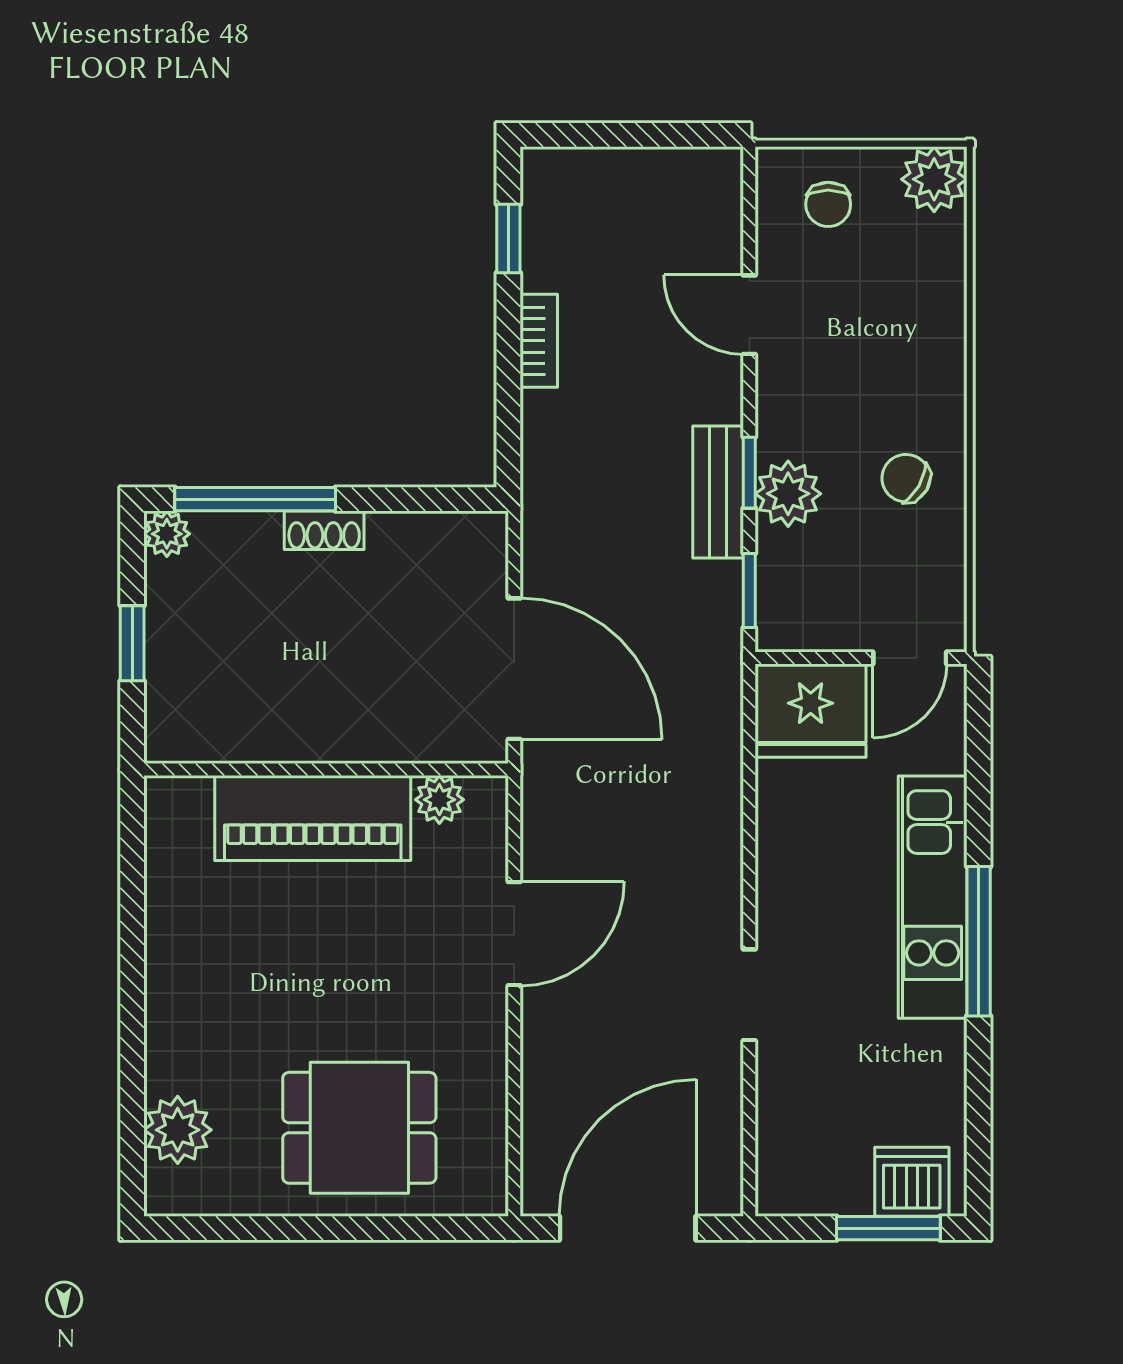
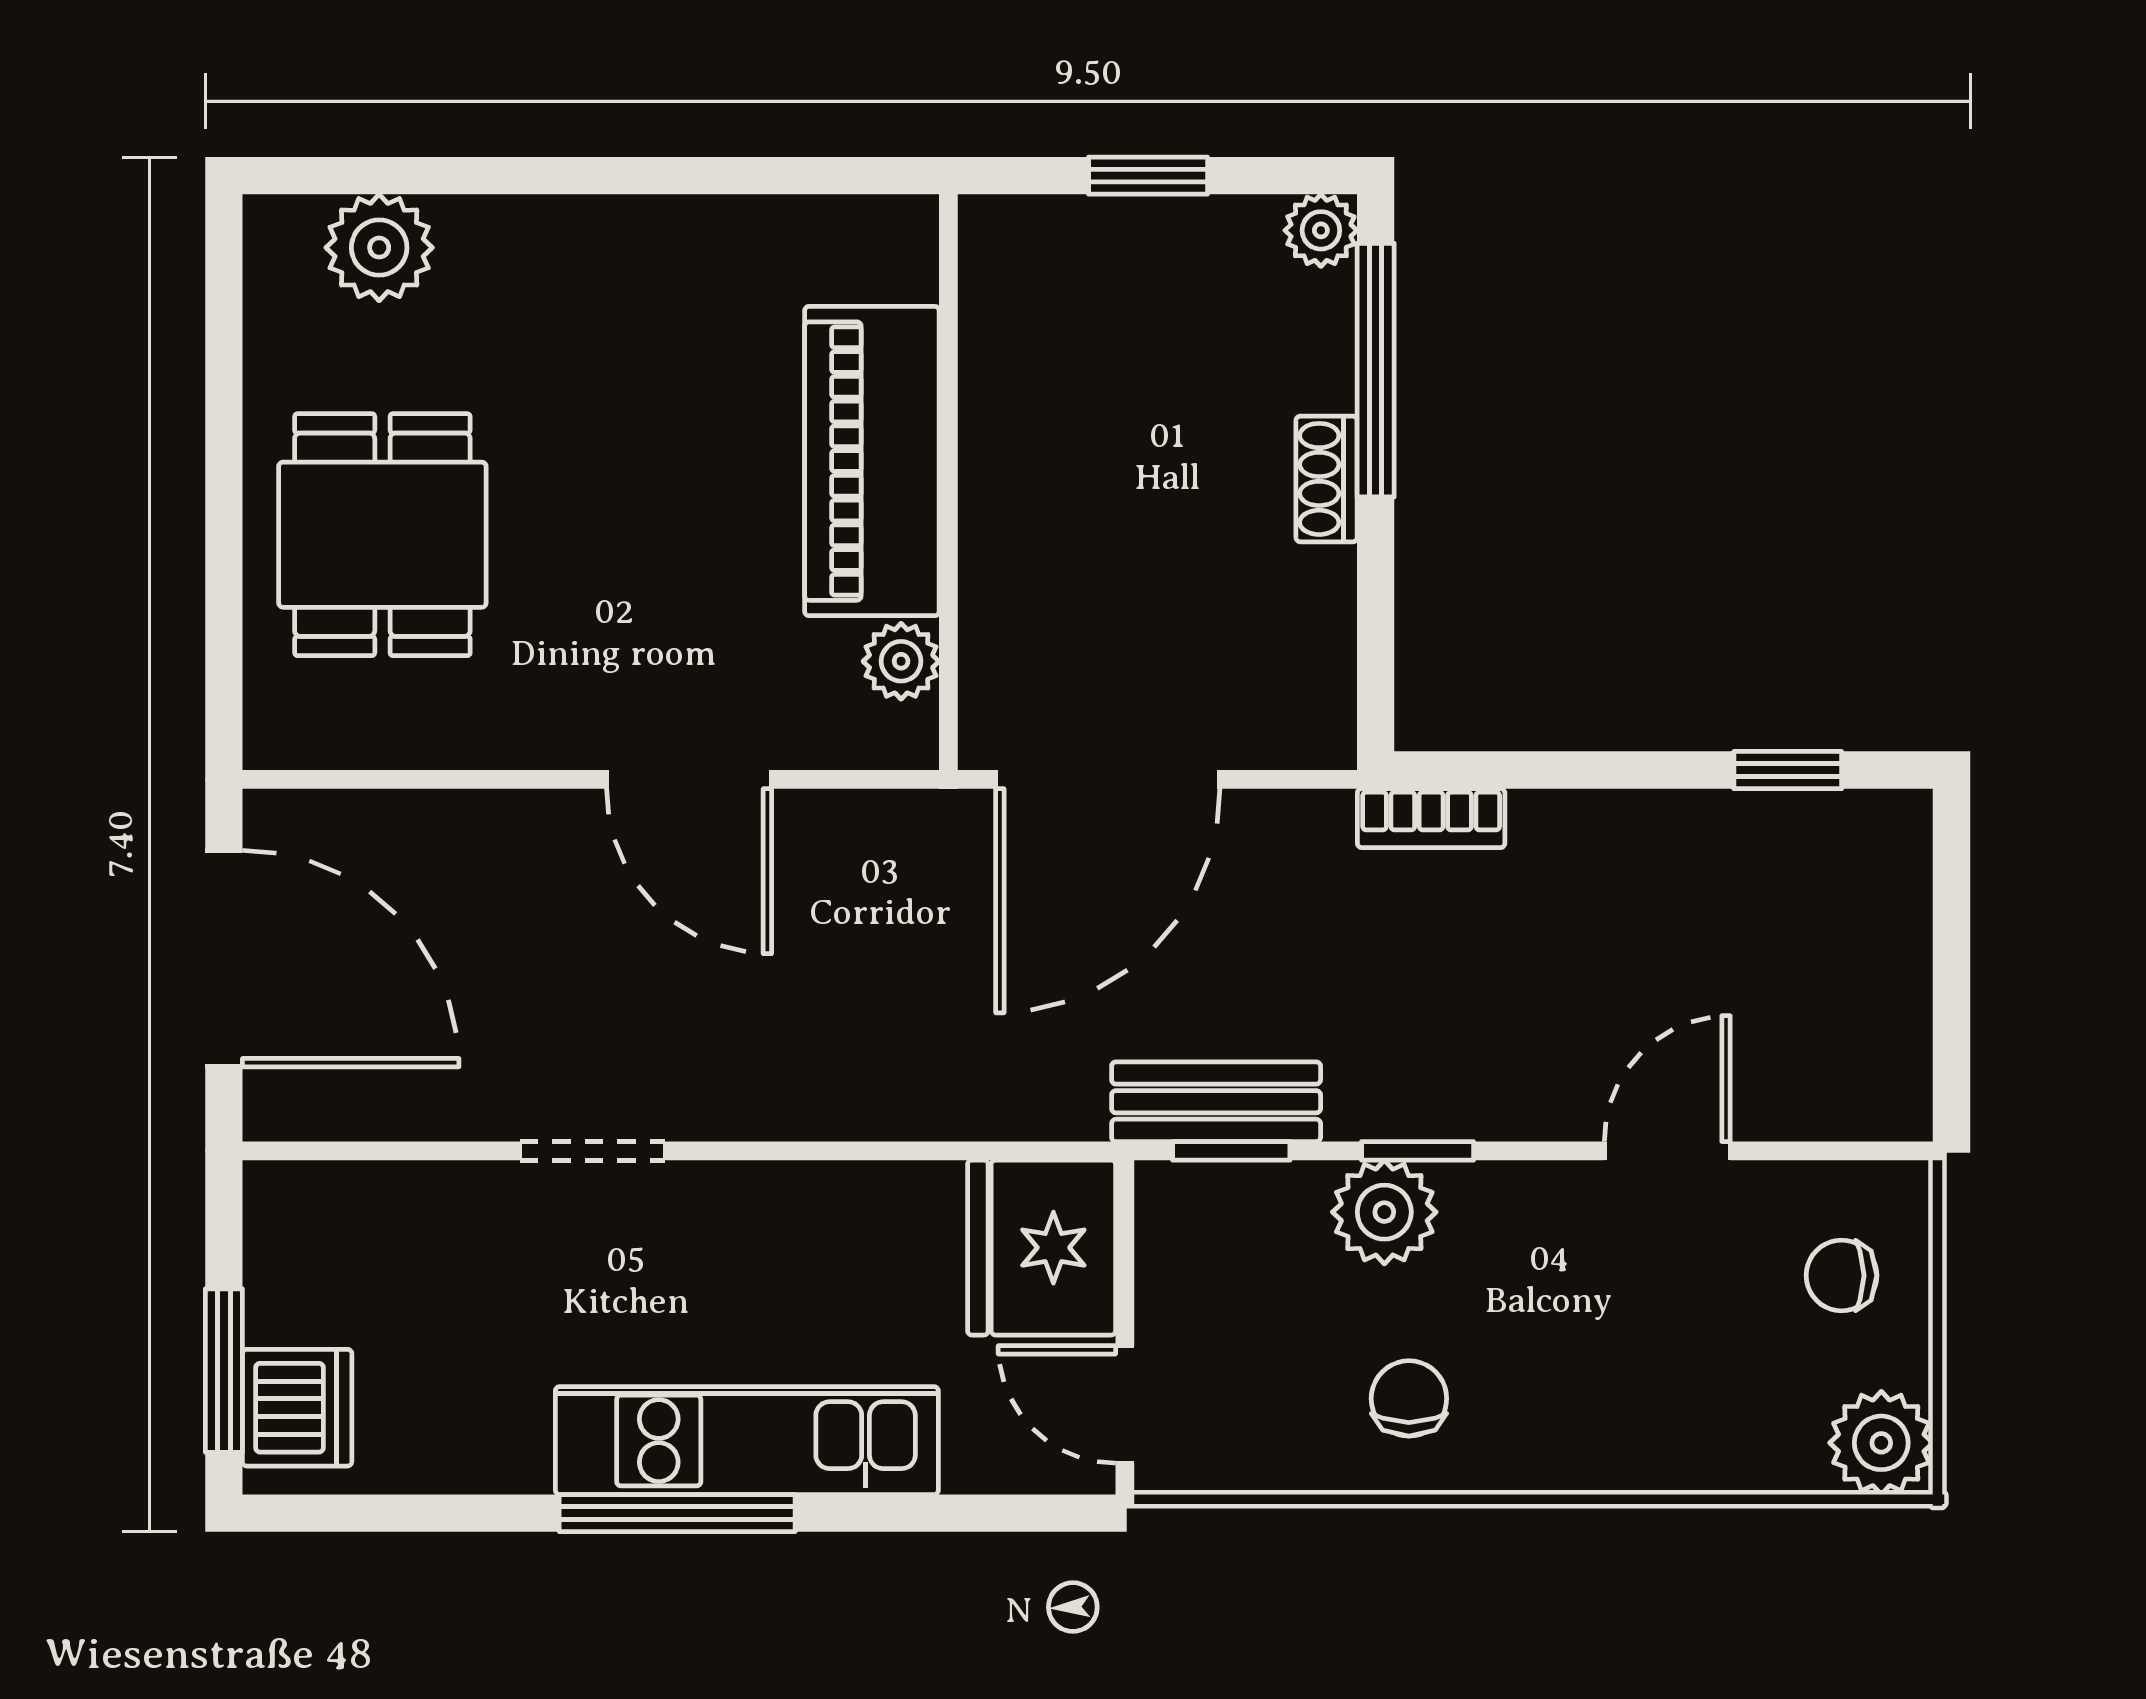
bookcase: (539, 341) -> (1431, 818), moved
chair: (906, 478) -> (1409, 1398), turned -30
bench: (718, 492) -> (1216, 1102), moved

